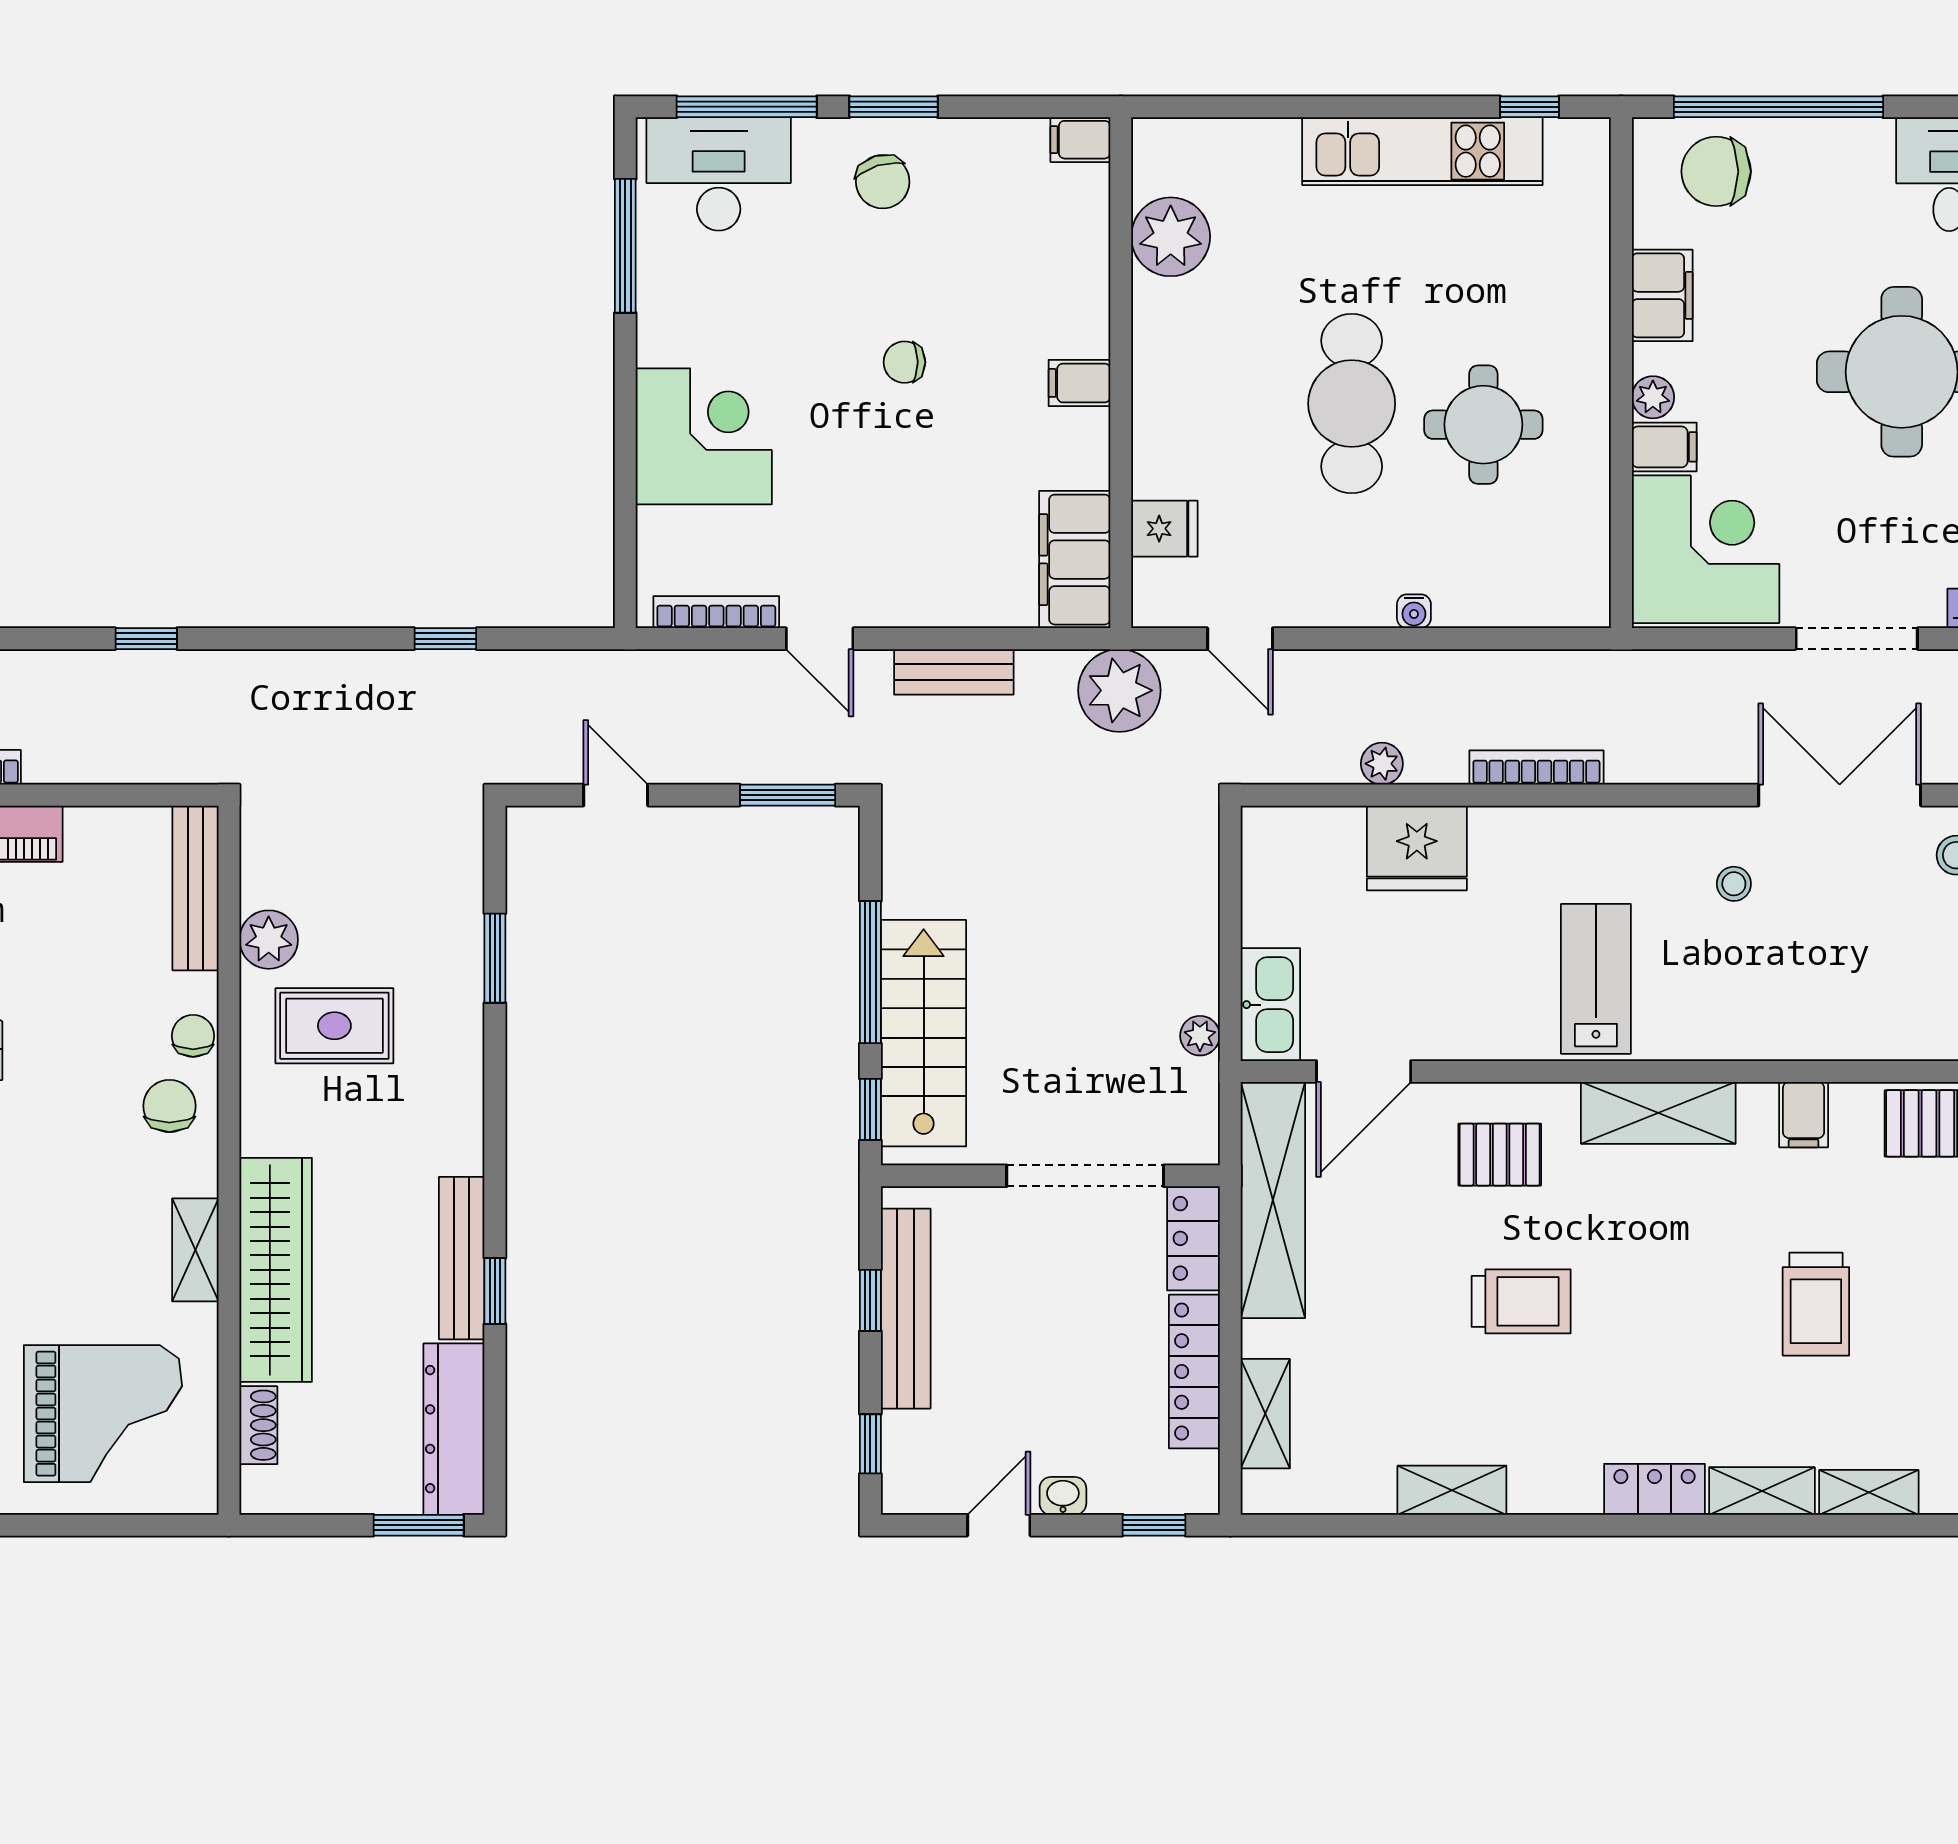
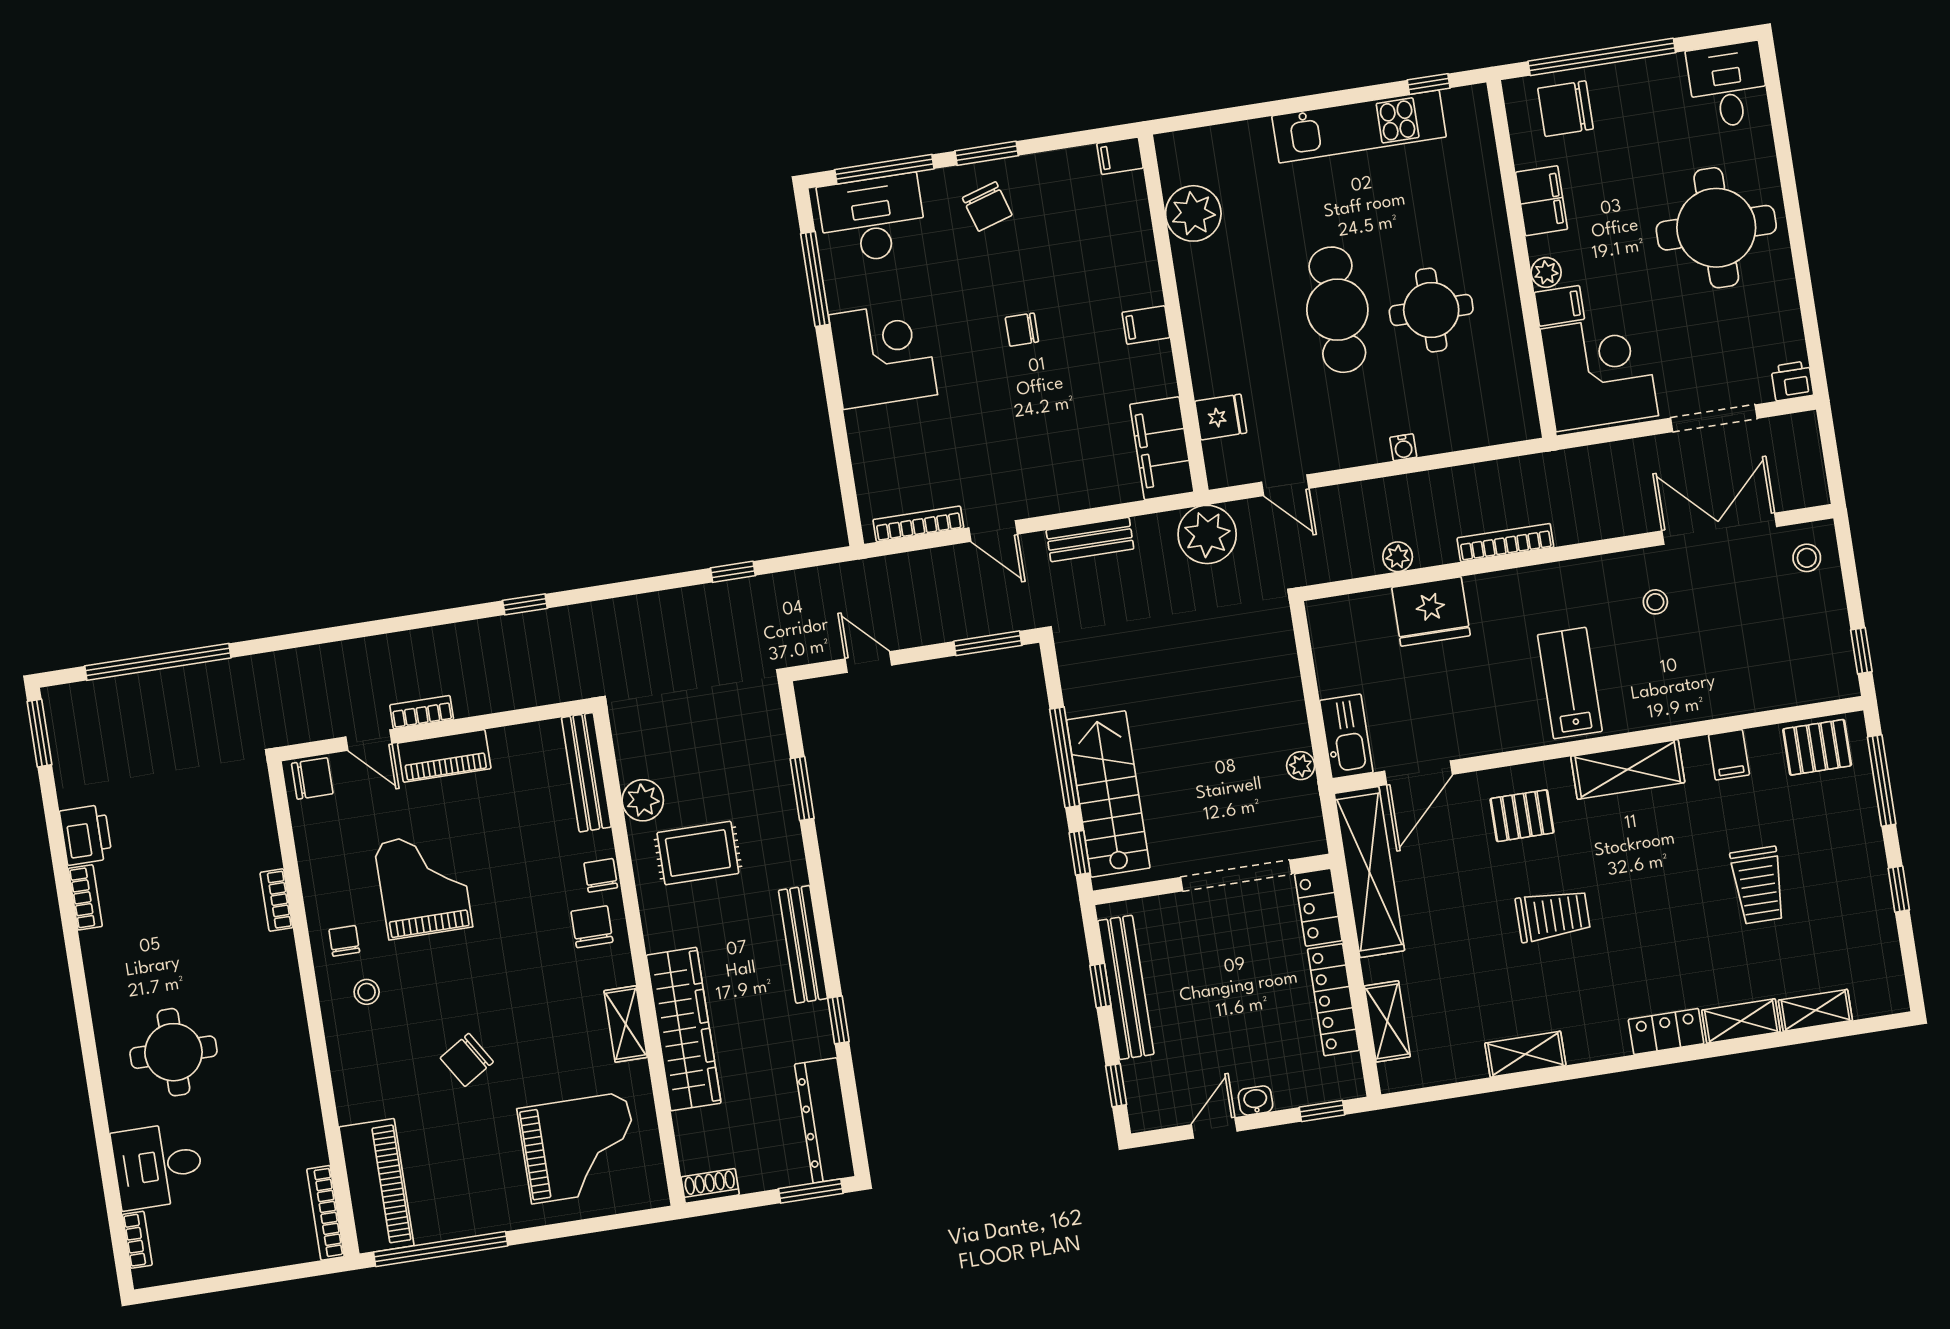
corner desk: (704, 436) -> (883, 355), moved
bench: (462, 1258) -> (803, 944), moved
shoe rack: (258, 1425) -> (710, 1186), moved, turned -90

